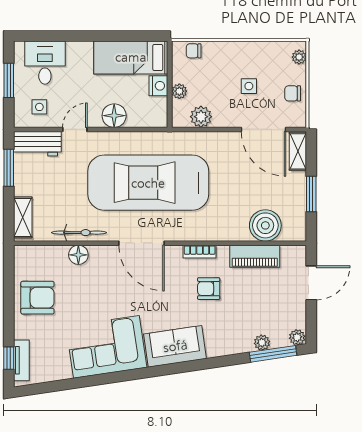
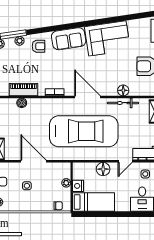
plant: (201, 117) -> (54, 168), removed
door: (263, 129) -> (33, 161), moved
boiler: (265, 225) -> (22, 103), width x0.54, depth x0.54
armchair: (209, 289) -> (39, 46), moved

